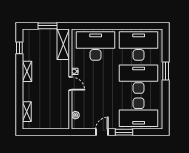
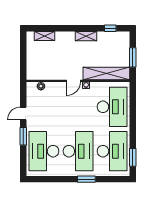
window: (145, 26) -> (133, 157), added
shelving: (63, 44) -> (106, 74), width x1.47
door: (102, 132) -> (23, 113), swing flipped

